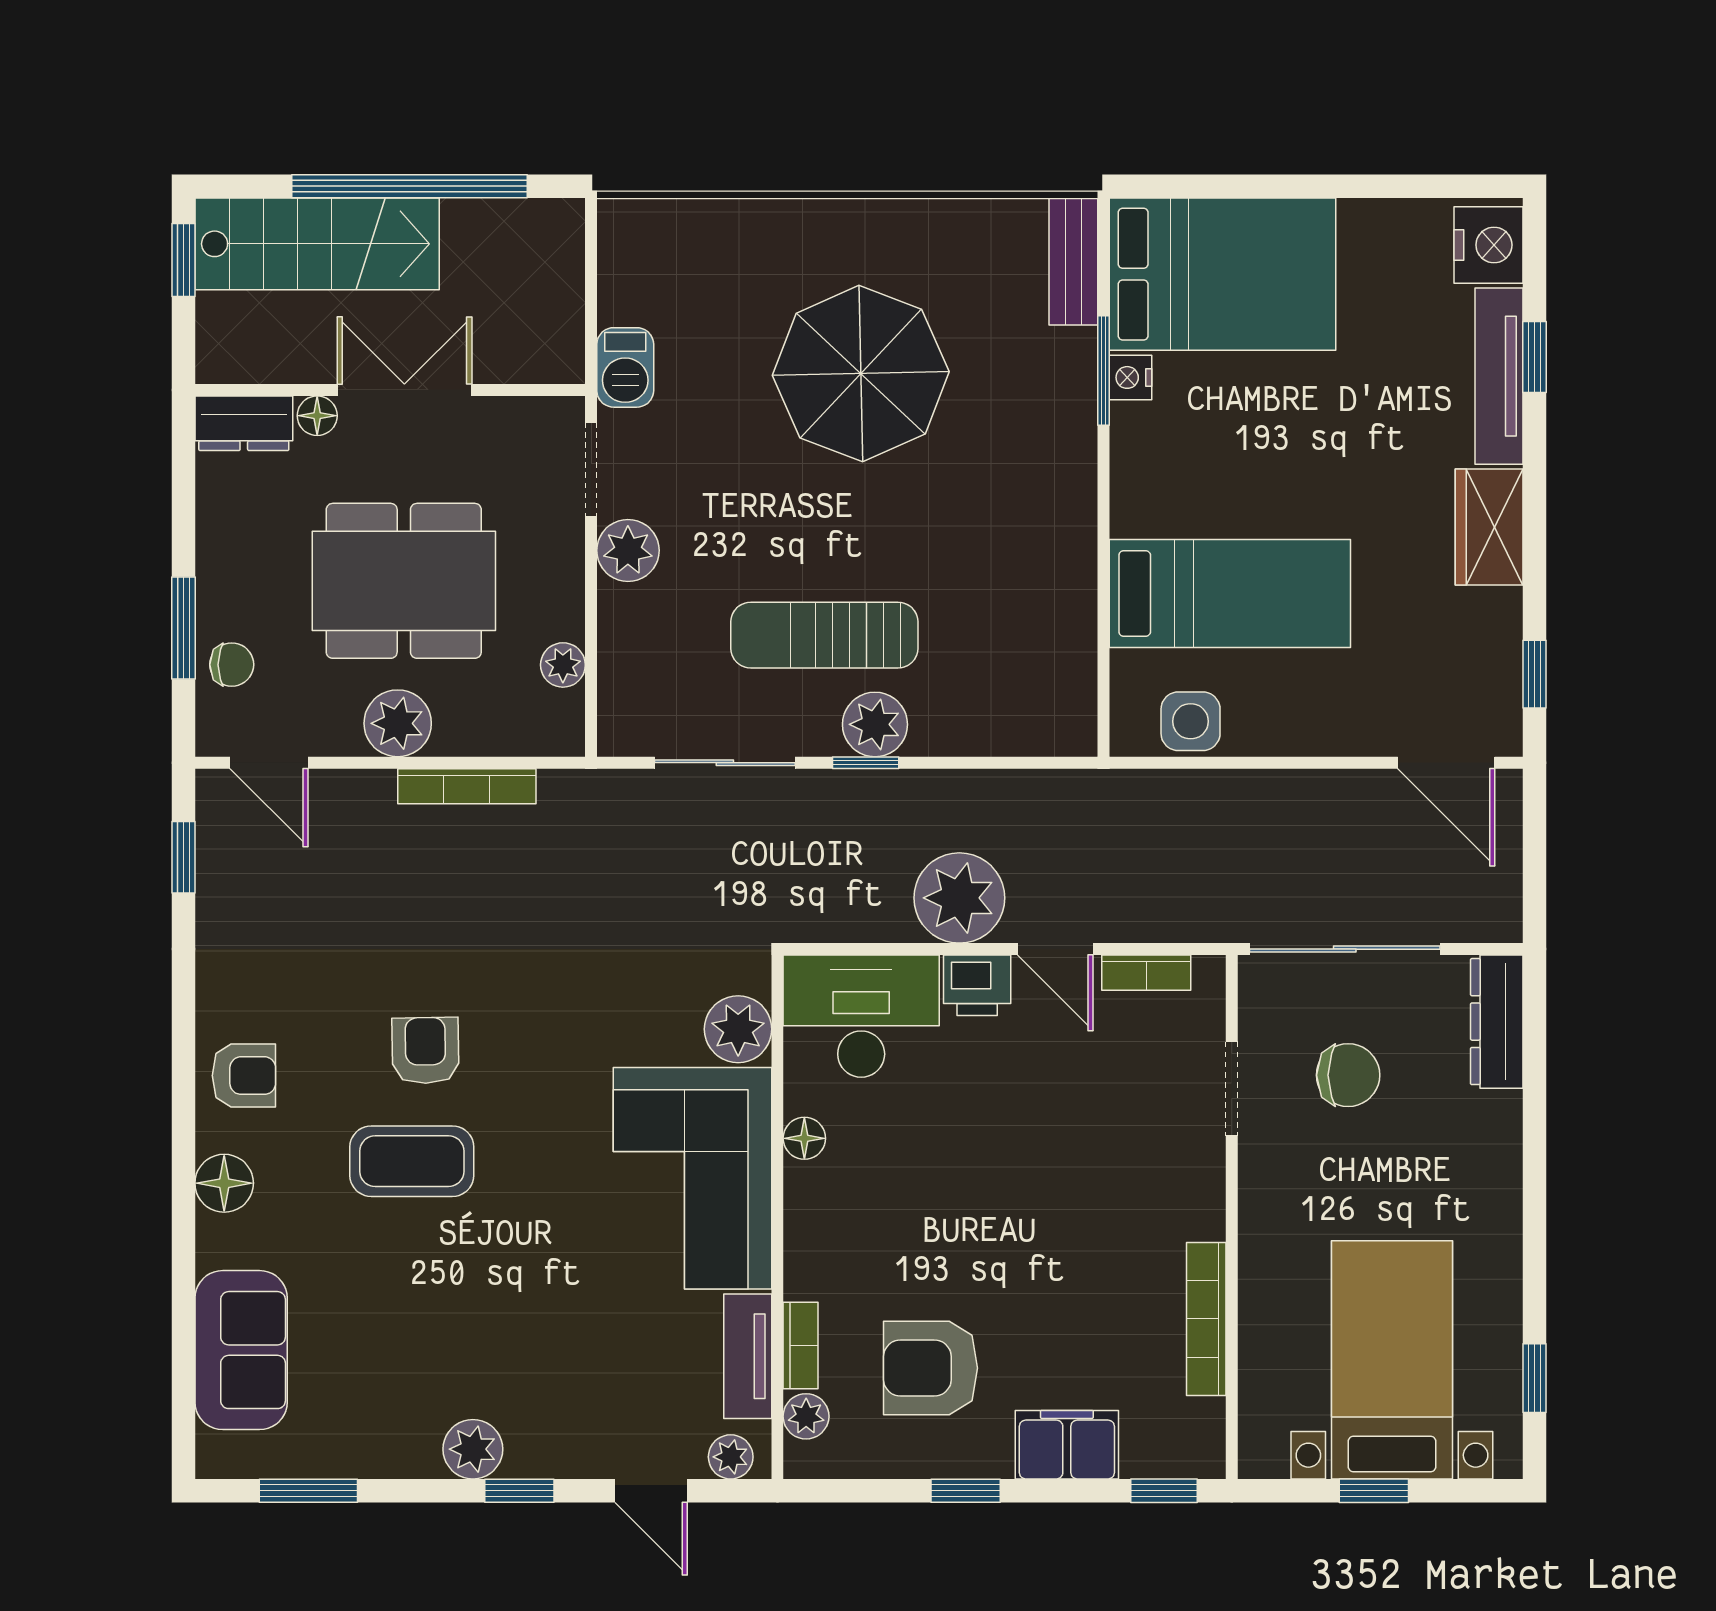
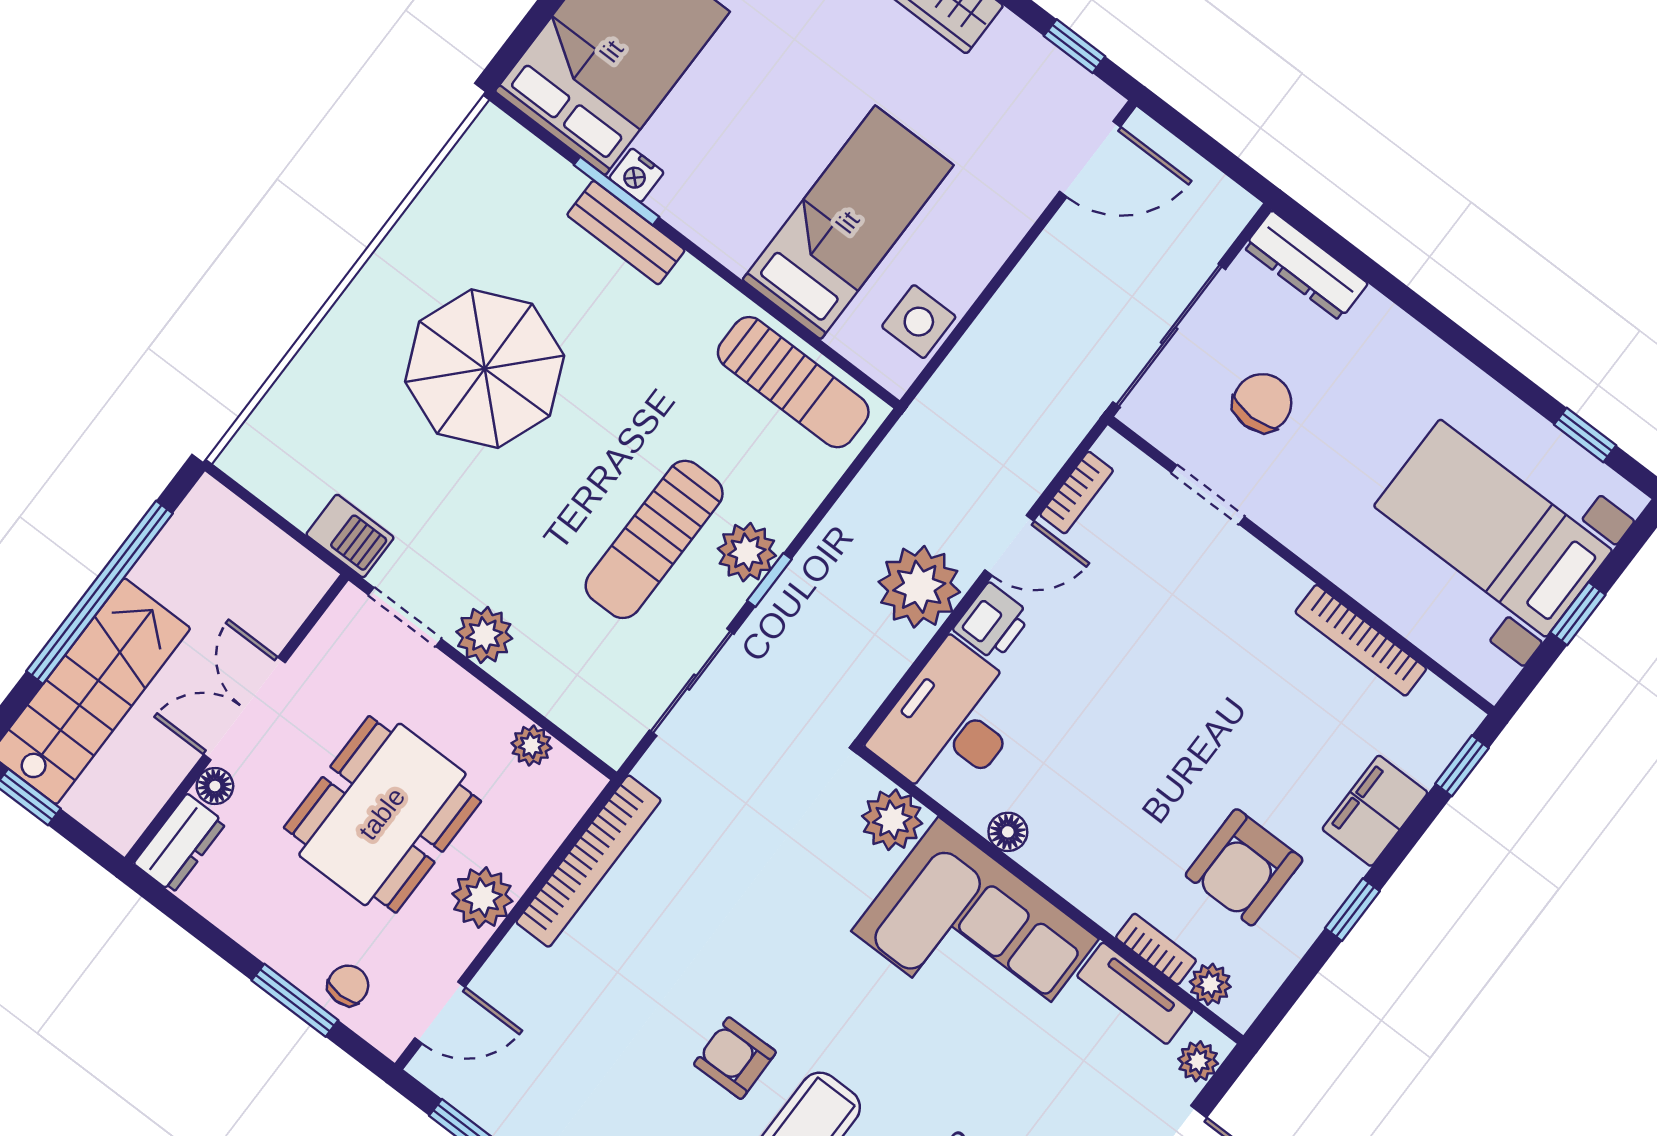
bench: (1073, 261) -> (626, 233), moved
sun lounger: (1054, 652) -> (793, 382), added
bookcase: (467, 786) -> (588, 861), width x1.48, depth x1.31

